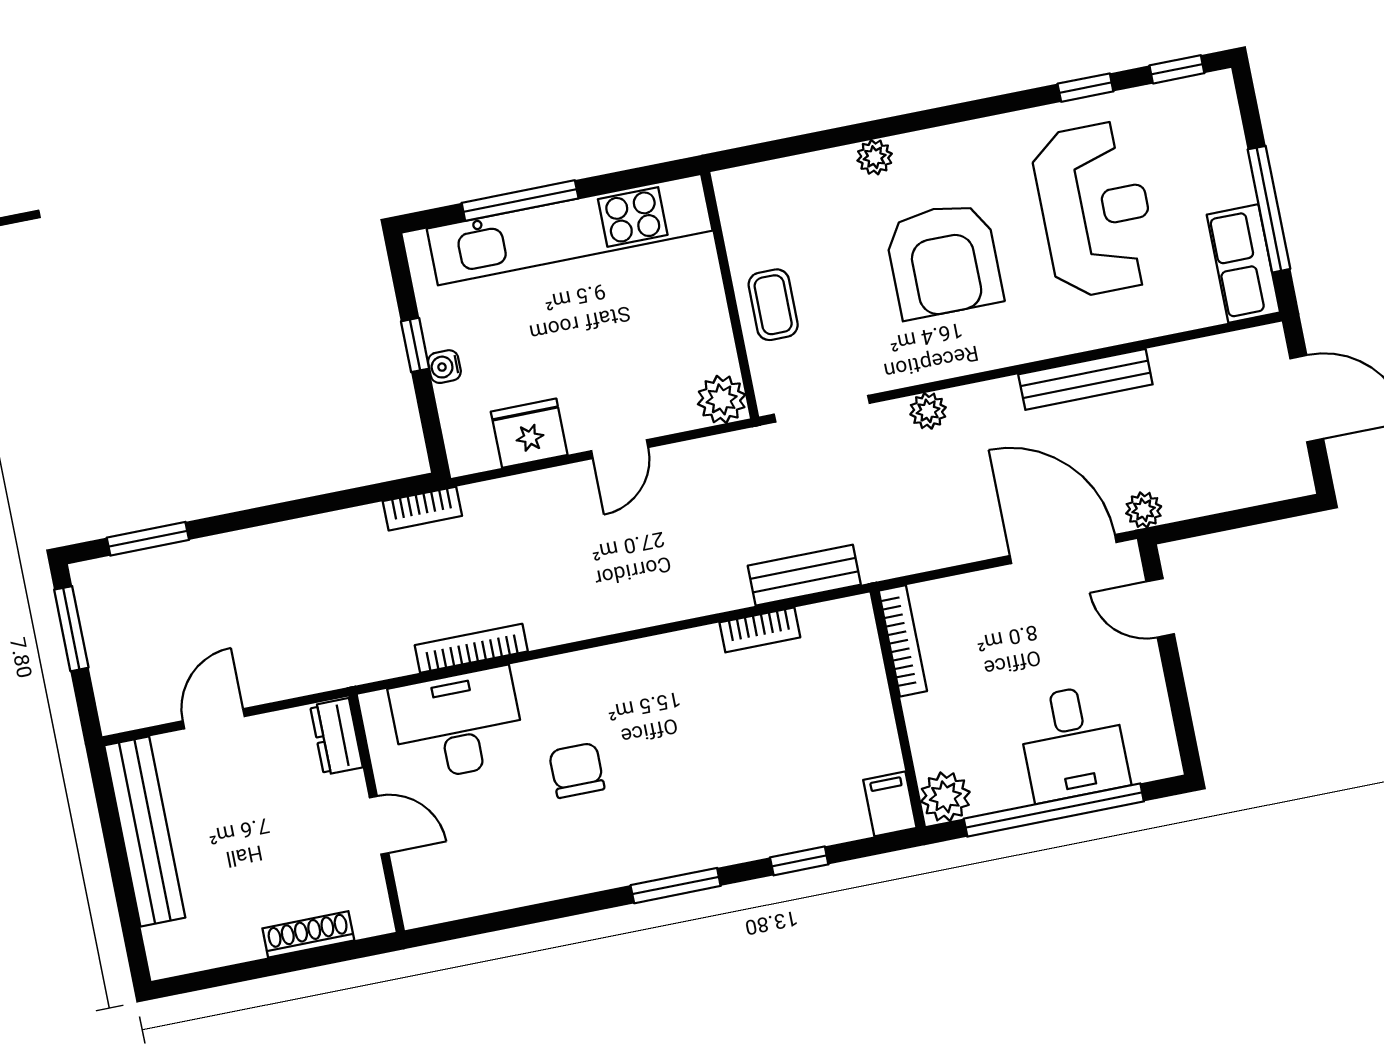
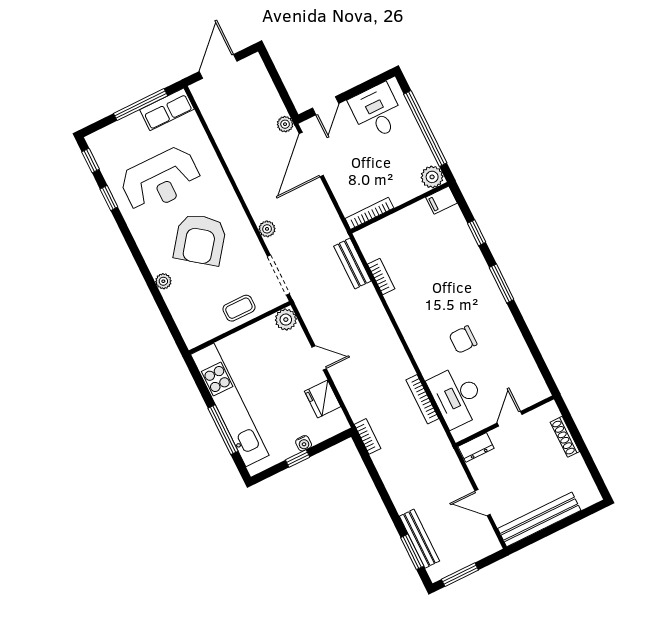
reception desk: (1095, 209) -> (161, 180), turned 180
armchair: (944, 260) -> (200, 239), turned 127
bench: (1085, 379) -> (419, 539), moved
desk: (1073, 743) -> (377, 112), moved, turned -90

